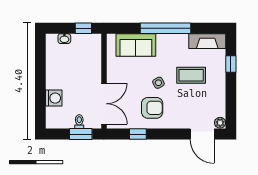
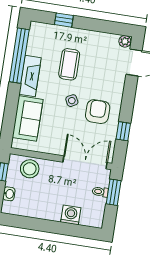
window: (165, 28) -> (19, 56), moved
fireplace: (207, 41) -> (30, 76), moved
stool: (90, 54) -> (30, 169), added

